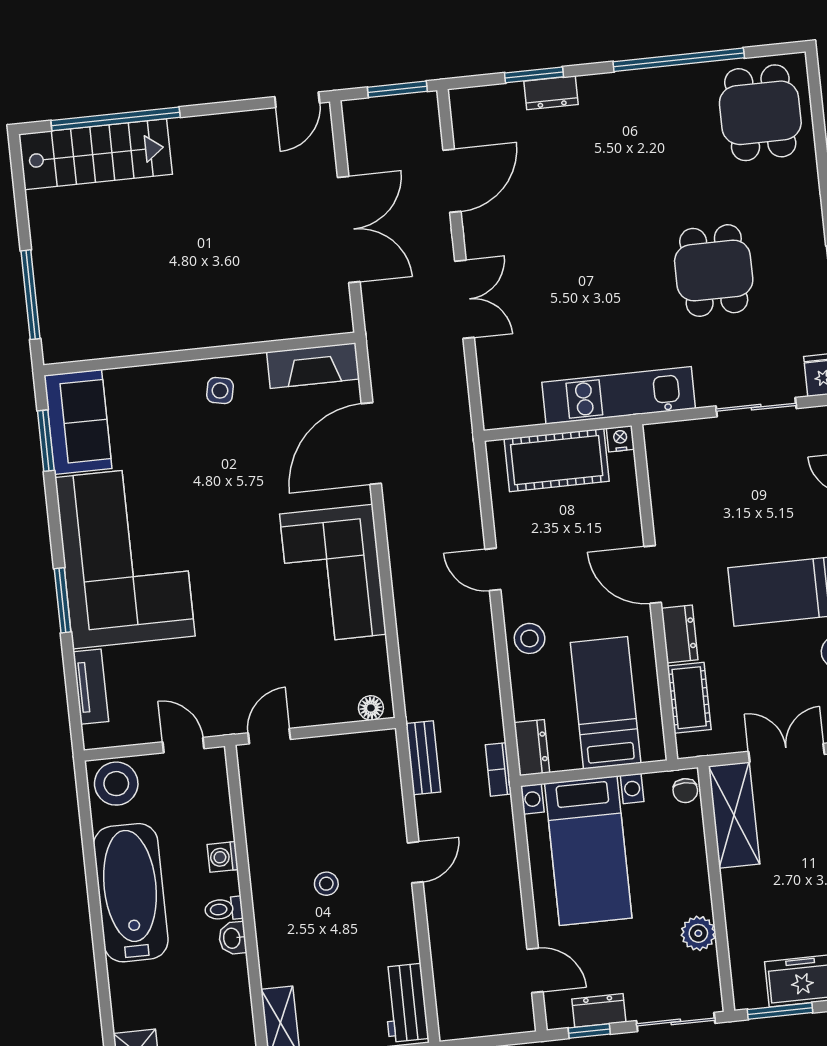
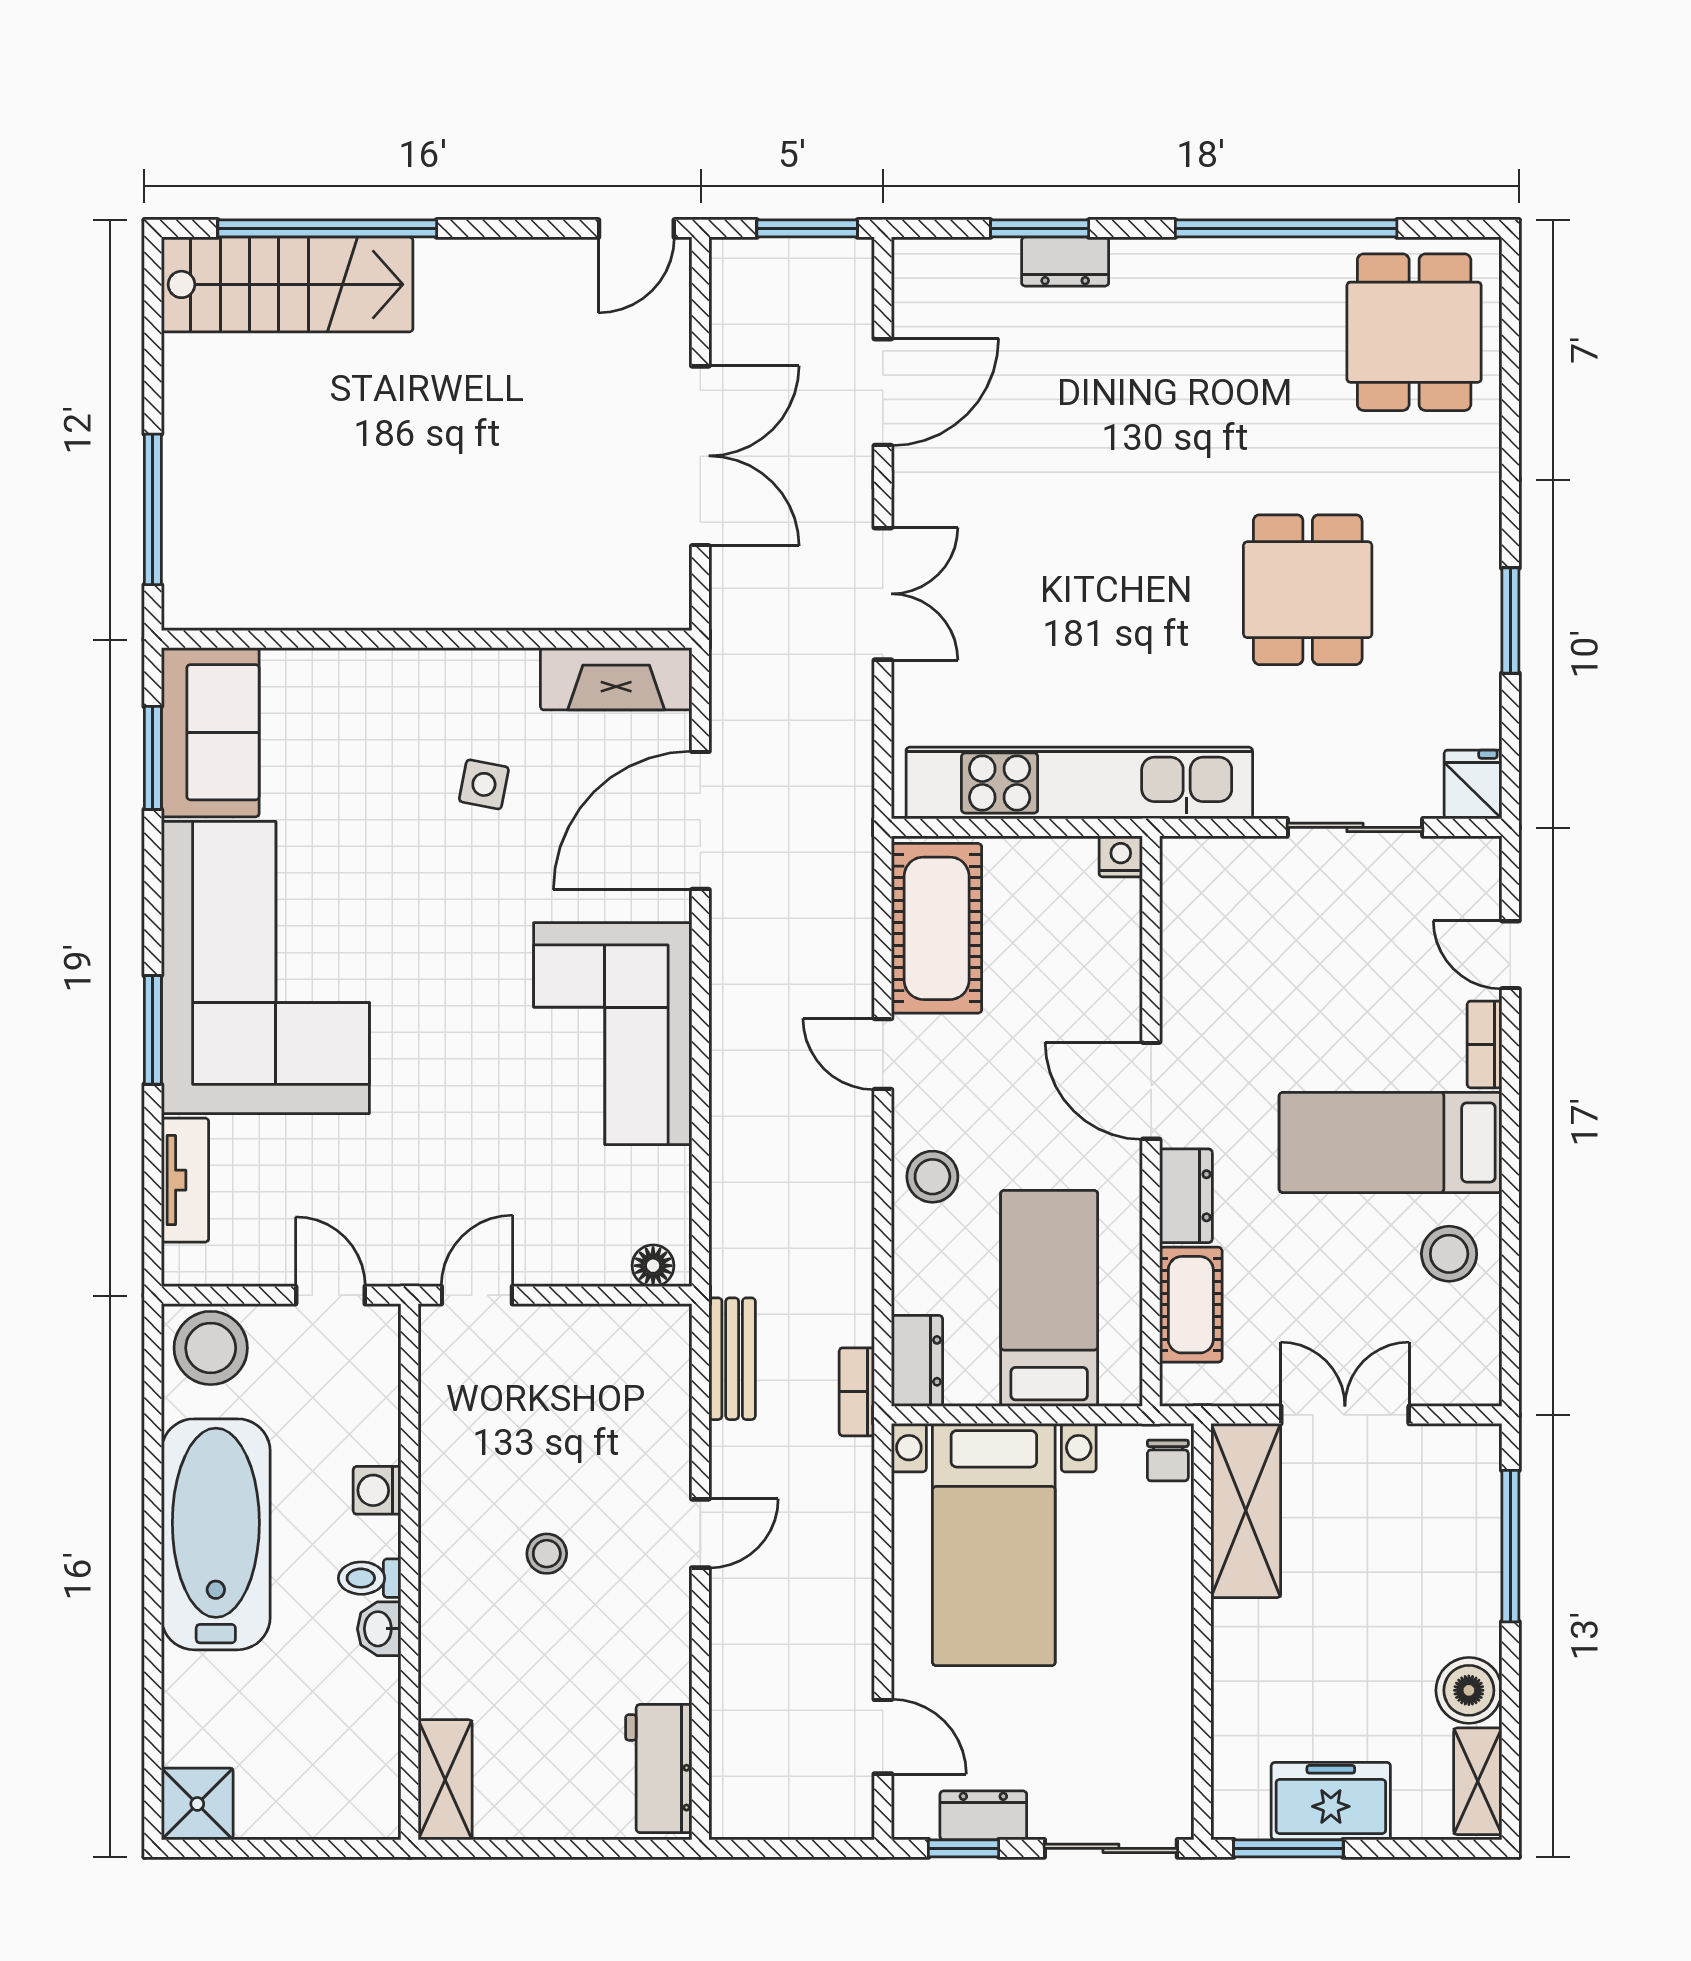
side table: (220, 391) -> (484, 784), moved
kitchen unit: (619, 395) -> (1079, 783), width x1.36
cot: (557, 460) -> (937, 928), moved, turned 90
plant: (698, 933) -> (1164, 1703), removed

